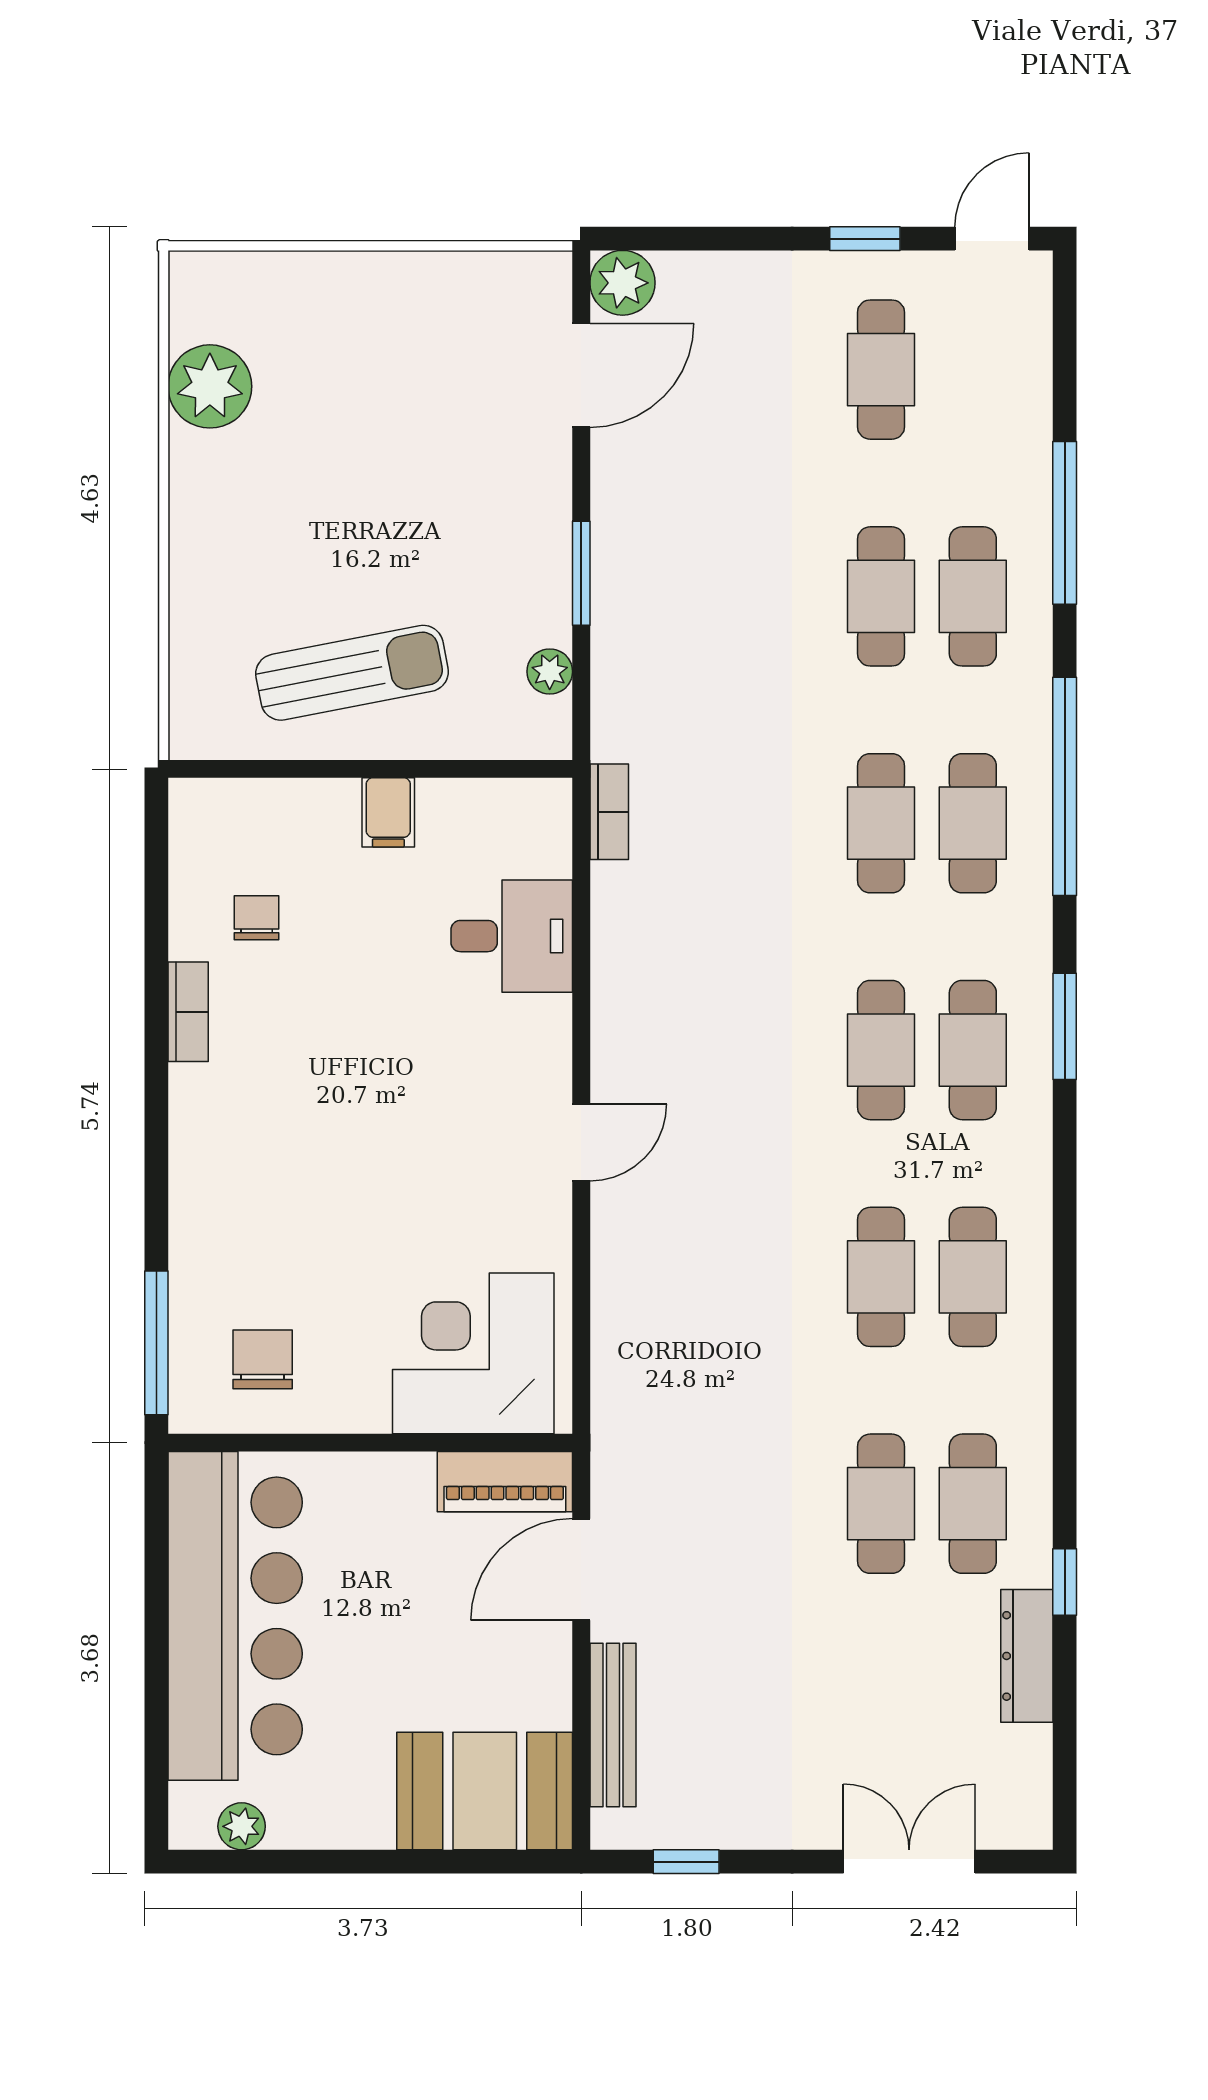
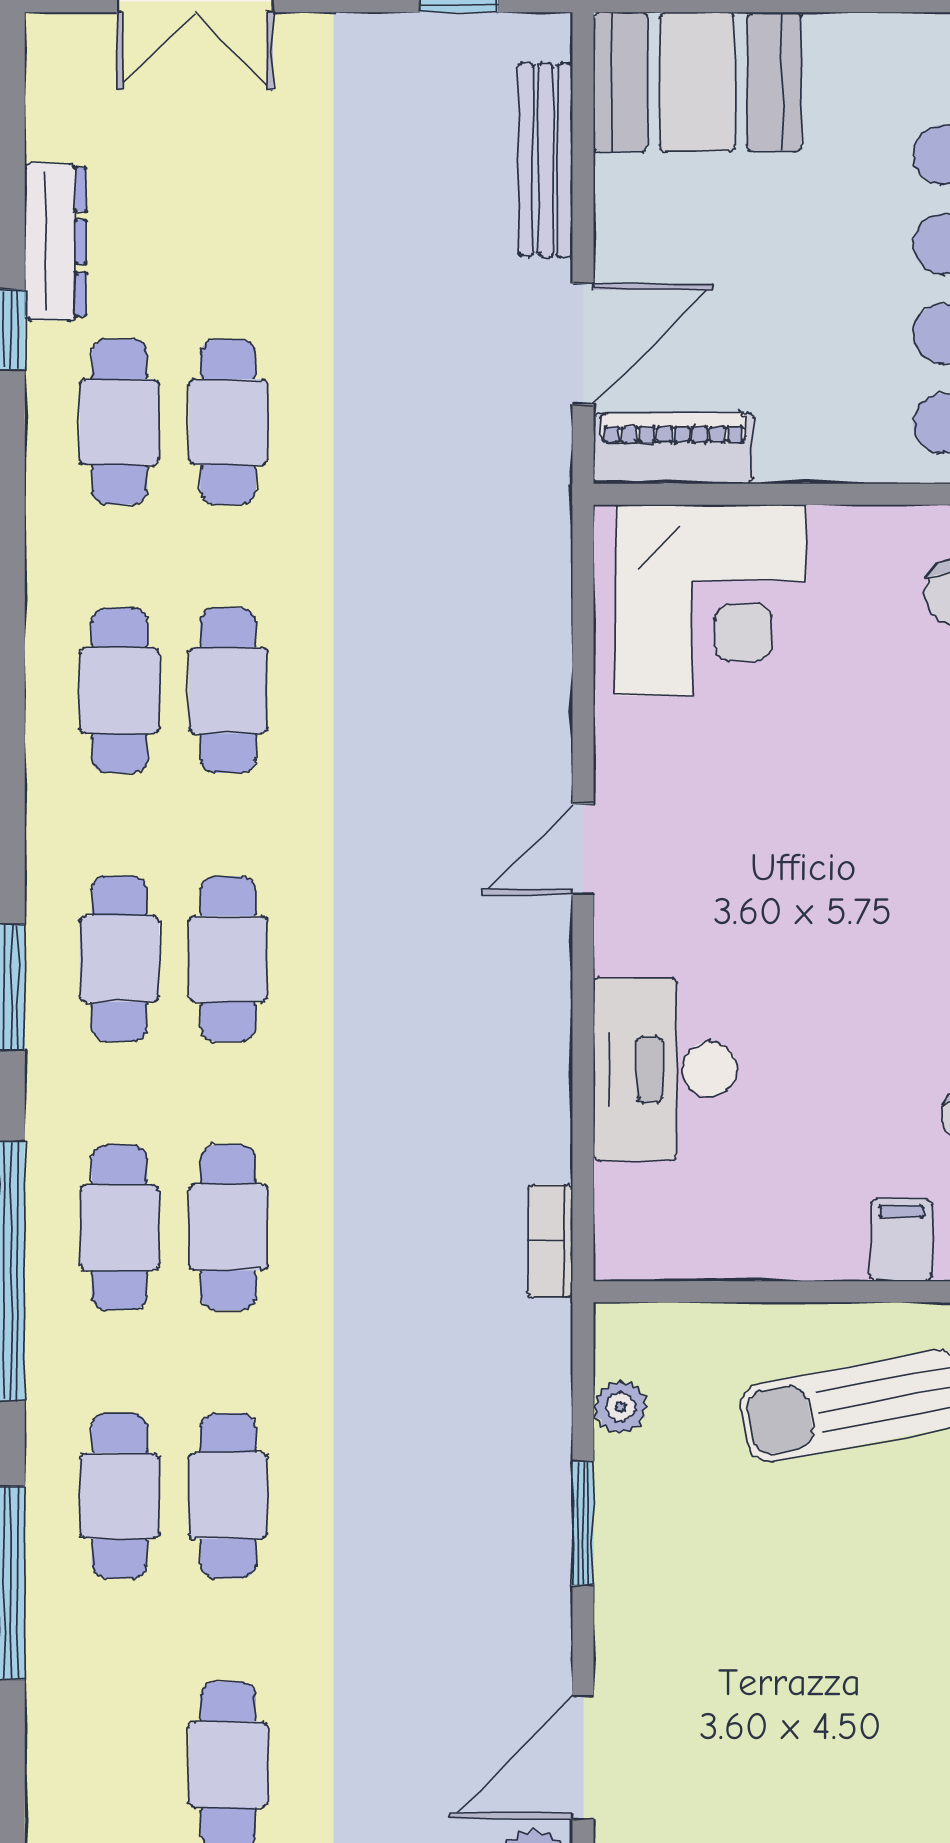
filing cabinet: (388, 812) -> (901, 1240), moved
desk: (512, 936) -> (665, 1069), width x1.37

